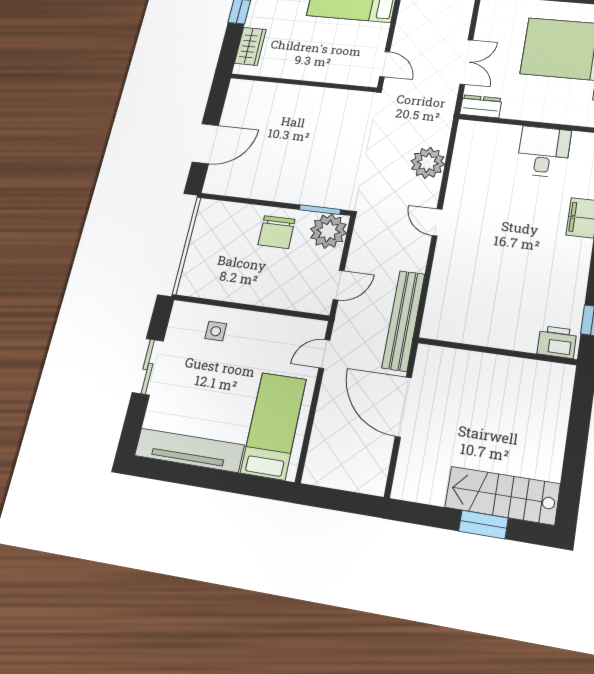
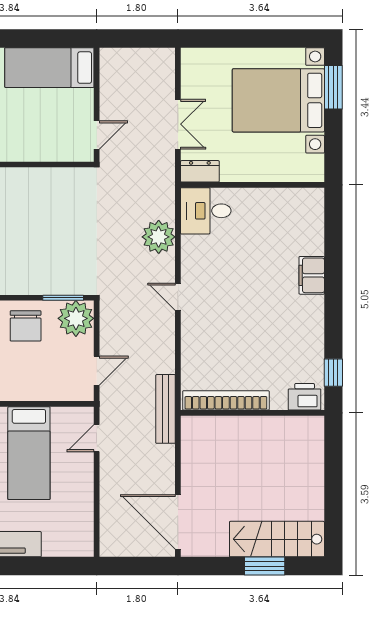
door: (385, 64) -> (97, 135), hinge flipped
desk: (544, 152) -> (206, 211), moved, turned -90
bench: (403, 321) -> (166, 409), width x0.73, depth x0.82
bookcase: (470, 334) -> (226, 400), added
door: (403, 407) -> (178, 522), moved
bed: (273, 426) -> (29, 453), moved, turned 180

